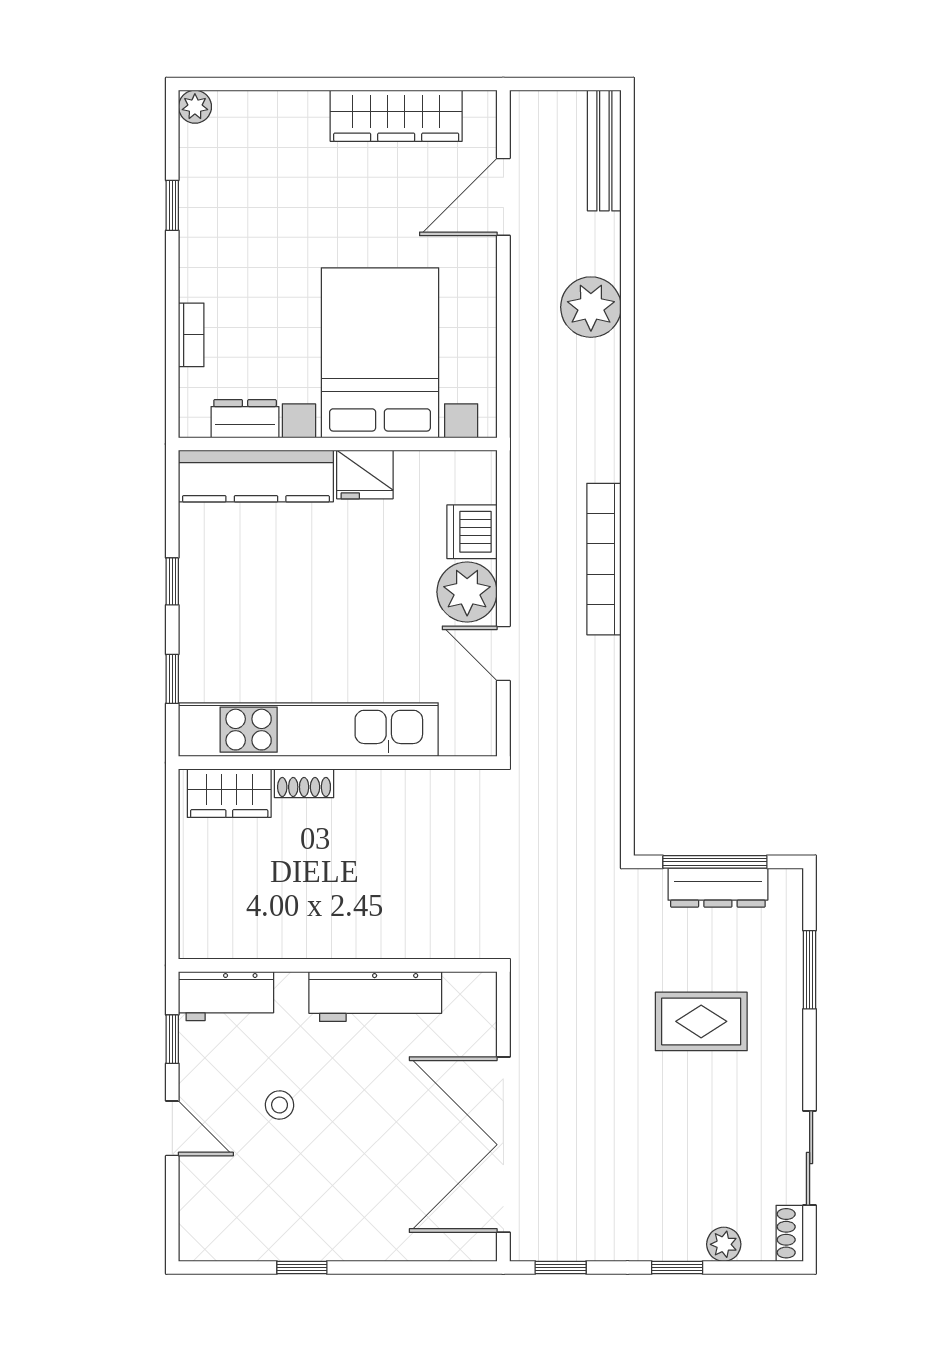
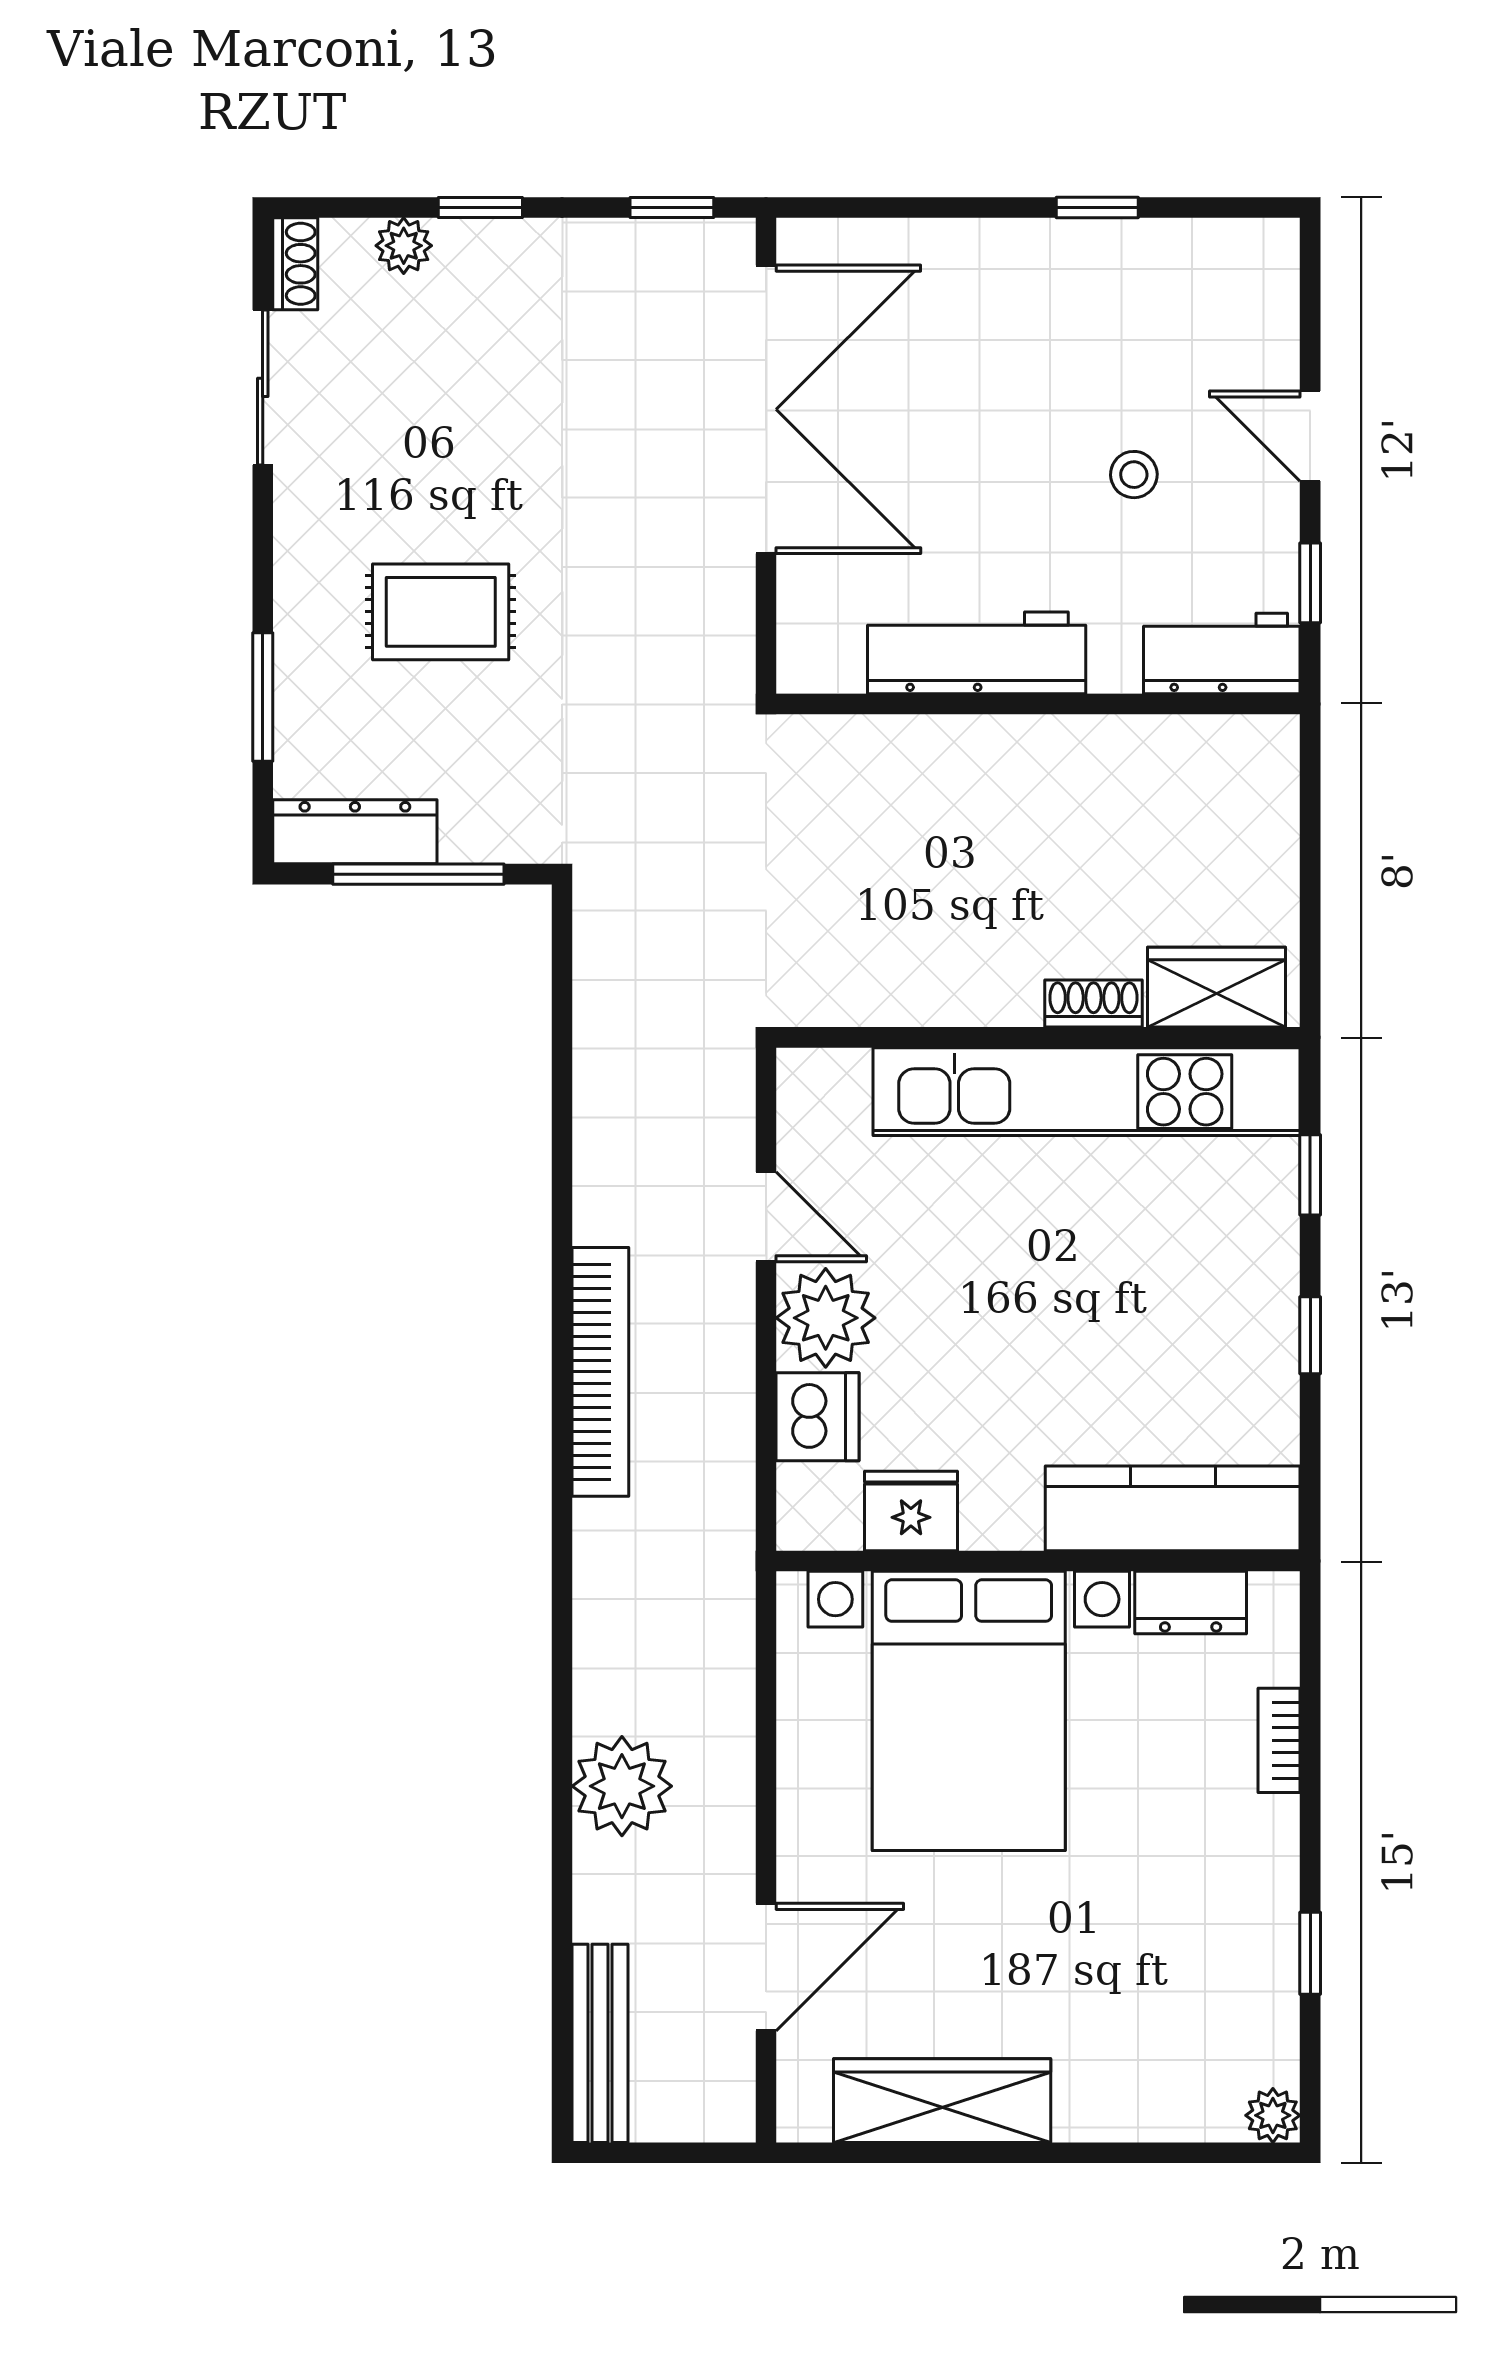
fridge: (365, 475) -> (911, 1511), moved
dresser: (718, 888) -> (355, 832), moved

